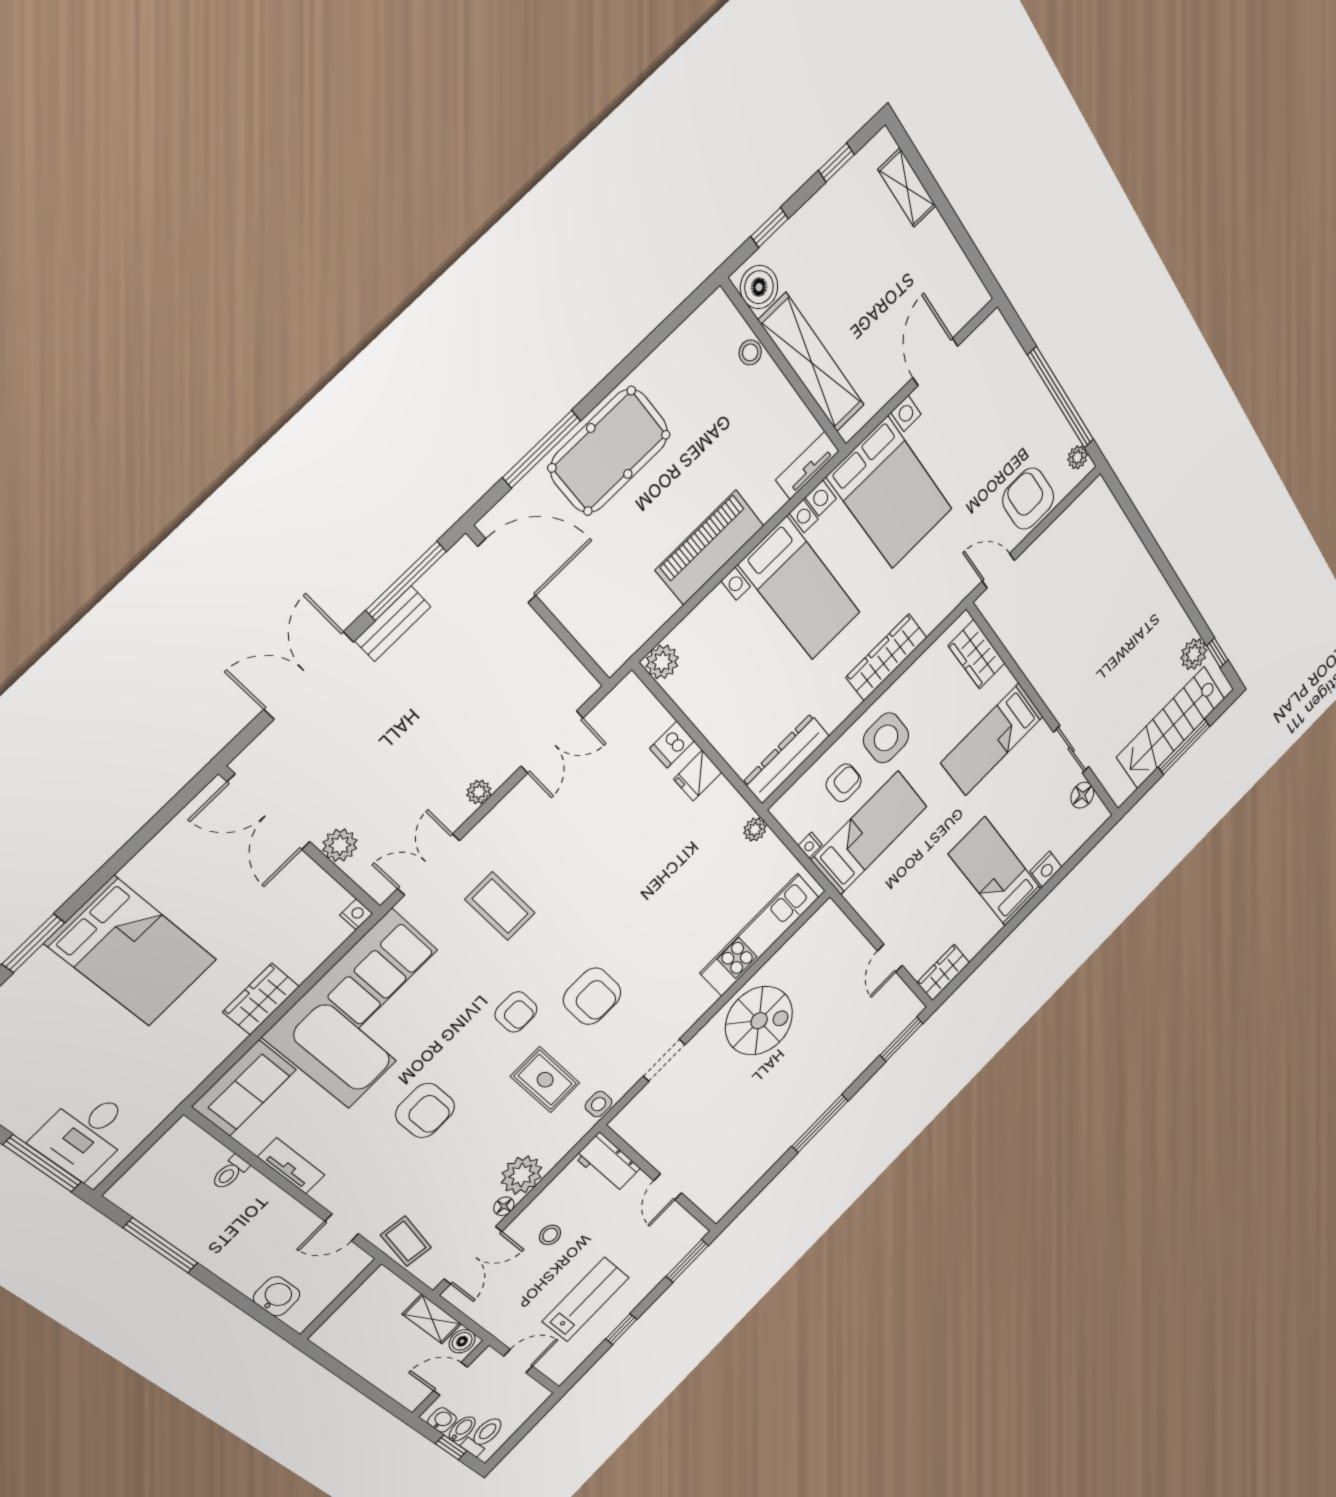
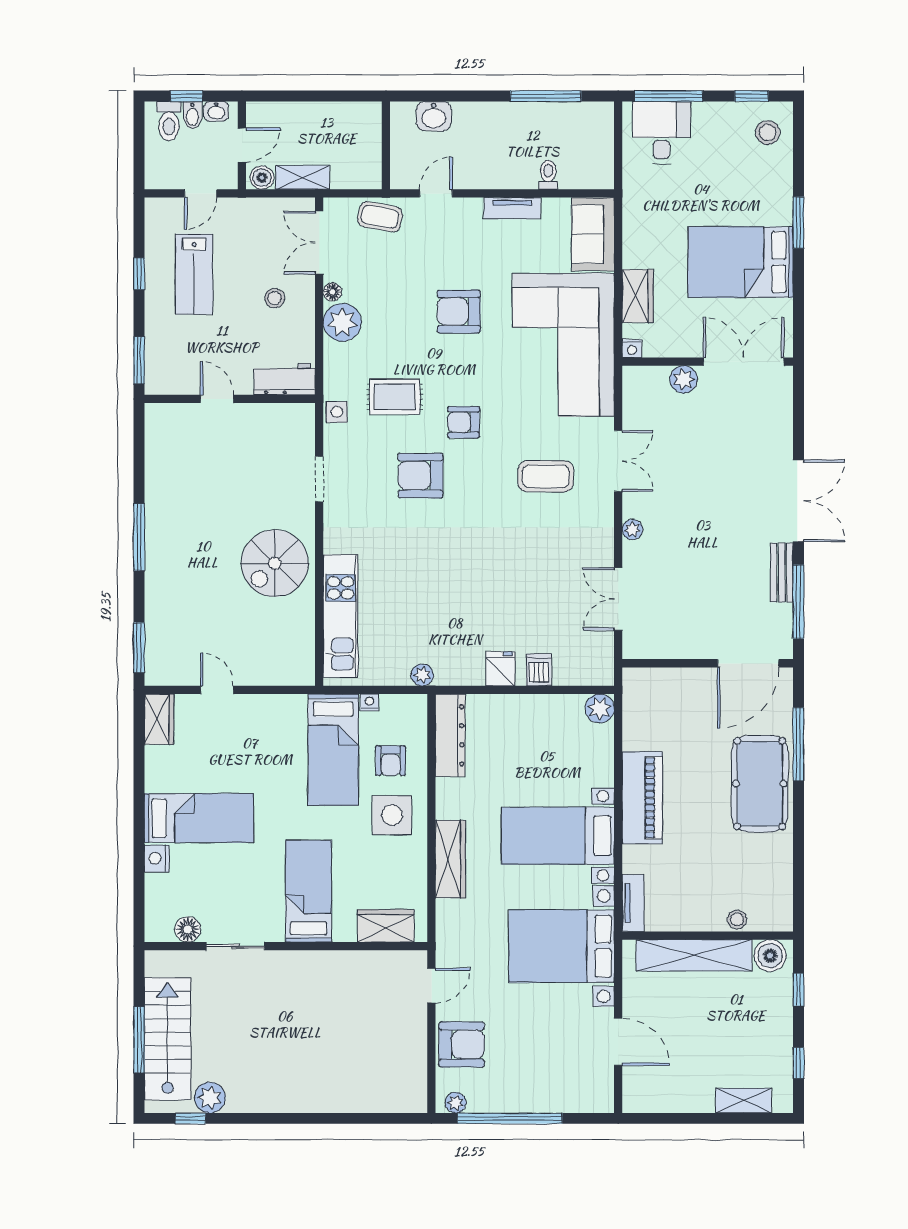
double door: (269, 812) -> (743, 362), moved
wall: (302, 842) -> (708, 362), moved
plant: (340, 845) -> (684, 379), moved
nightstand: (356, 914) -> (632, 348), moved

